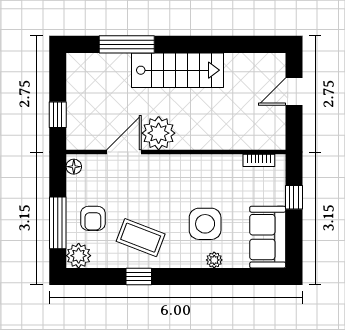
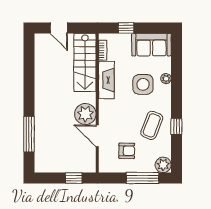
stairs: (177, 70) -> (85, 62), moved, turned 180
fireplace: (212, 166) -> (106, 80), added
floor lamp: (74, 167) -> (107, 168), removed
armchair: (93, 218) -> (127, 151), moved

